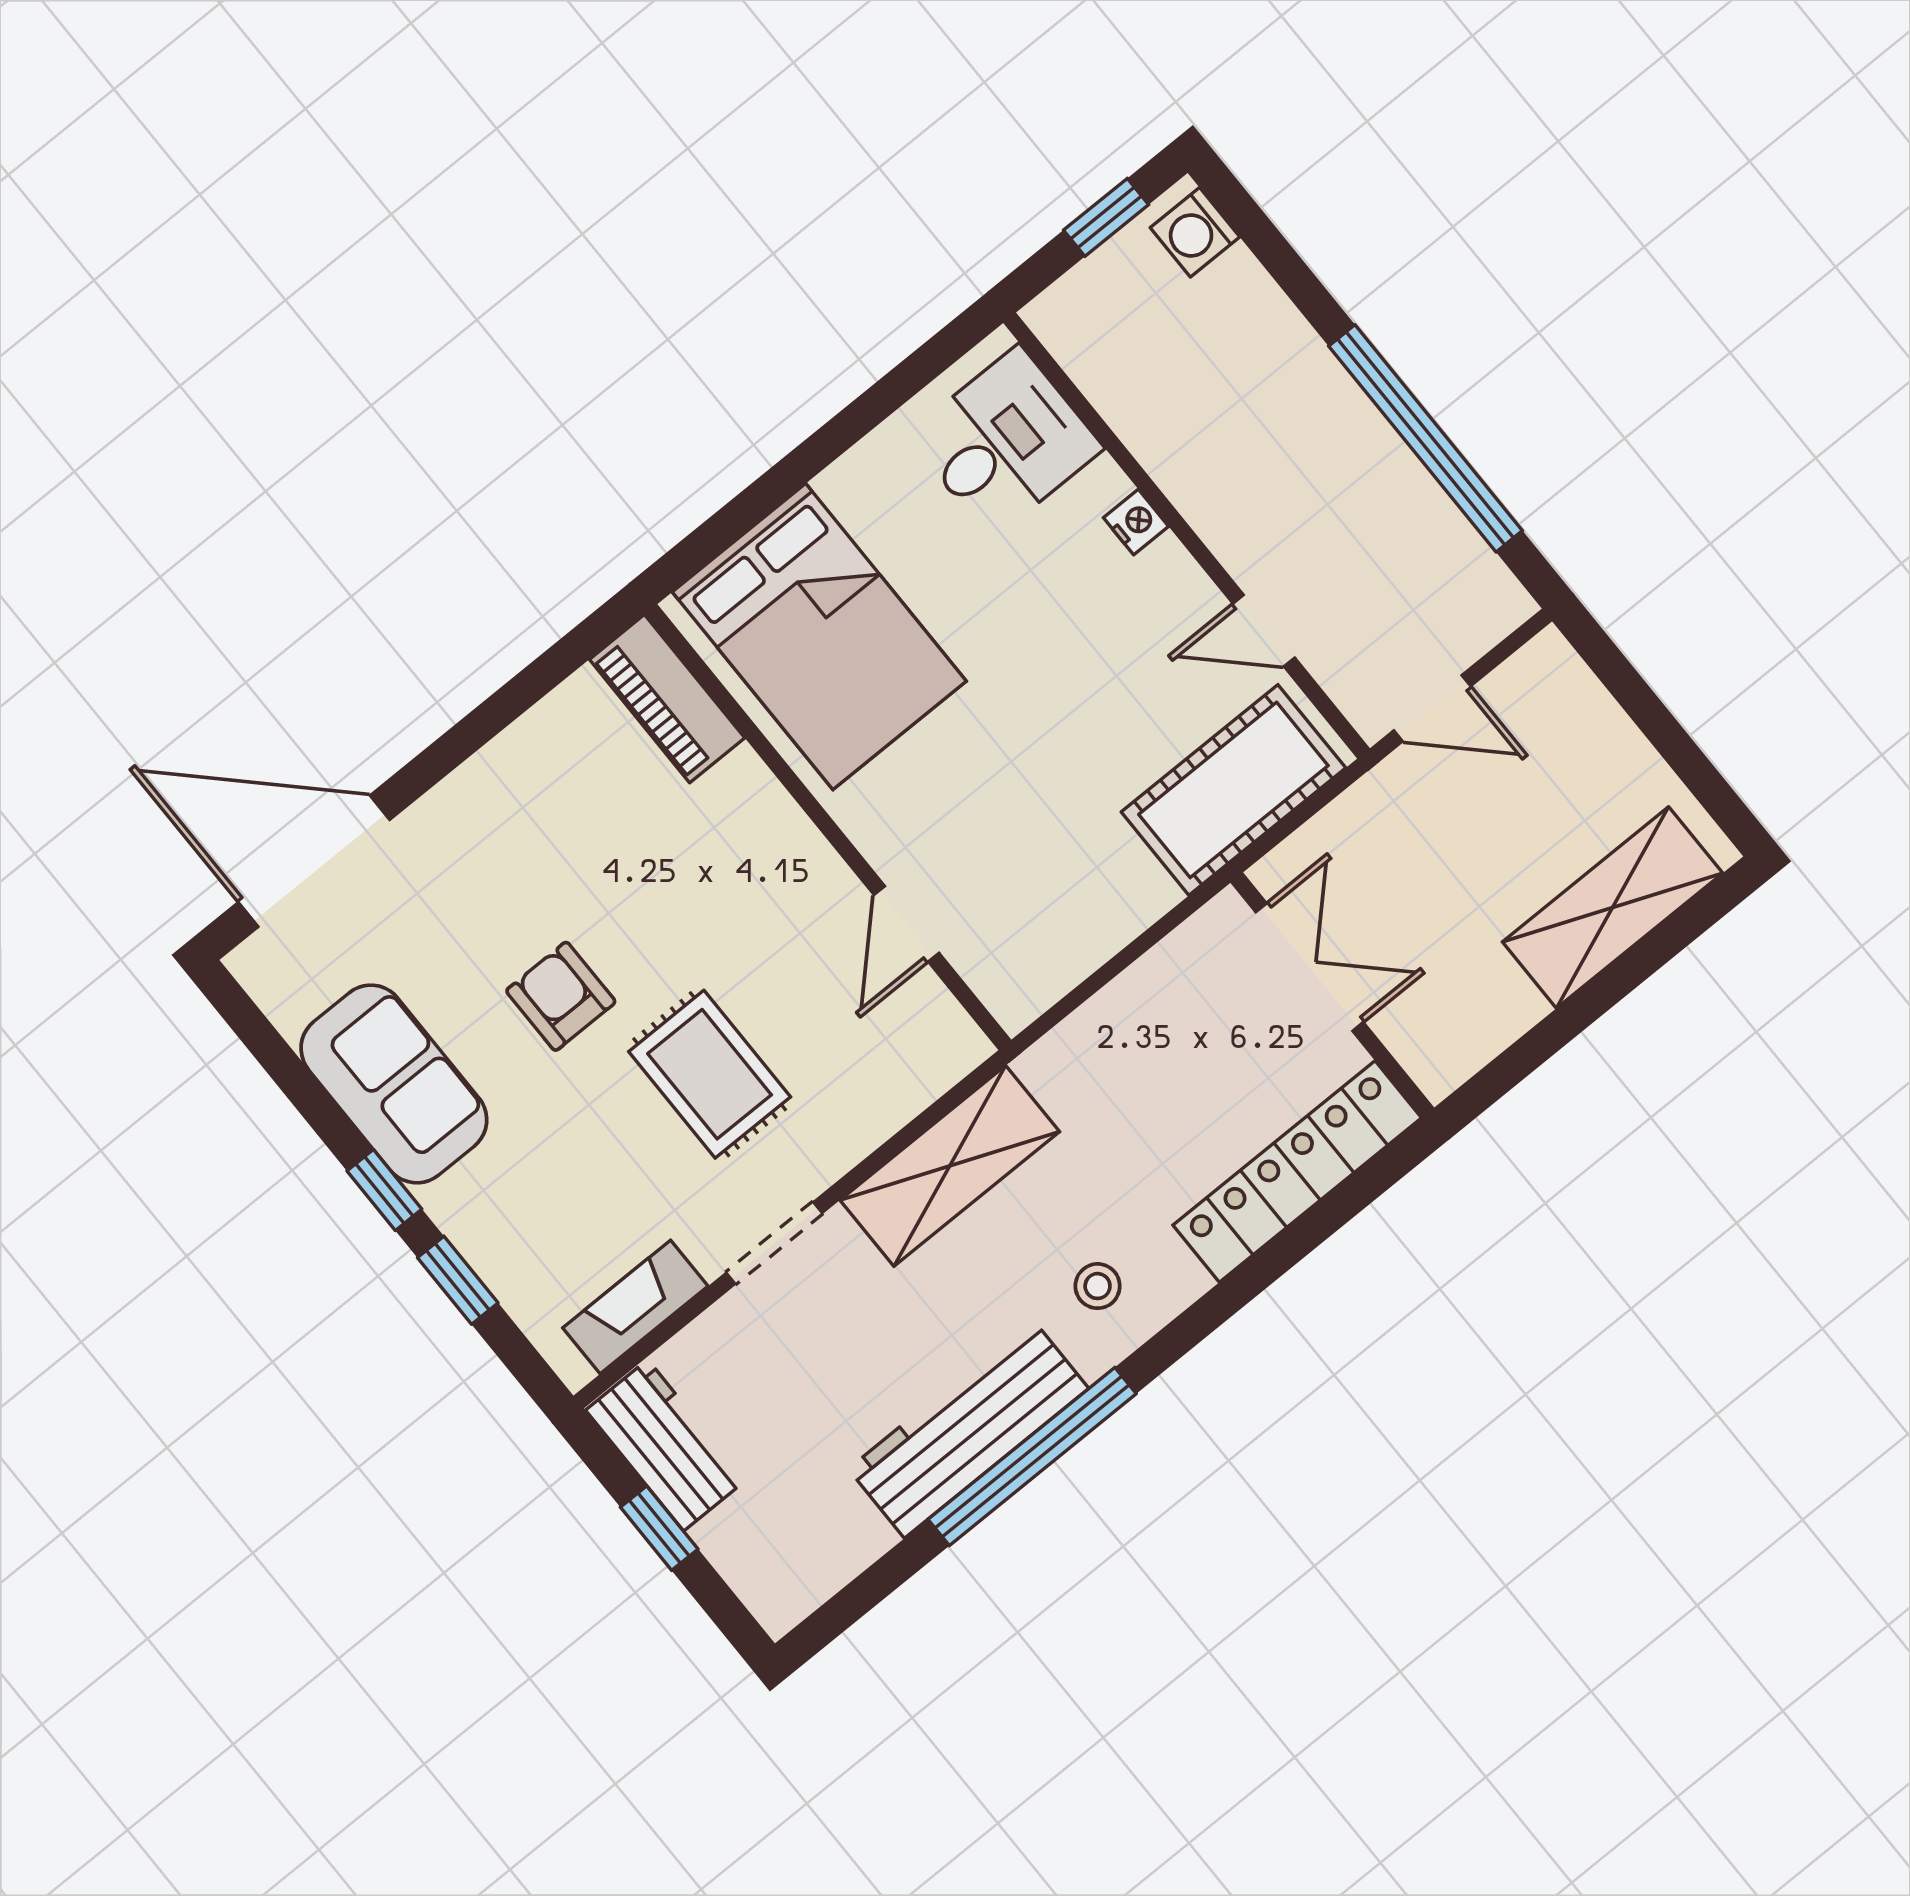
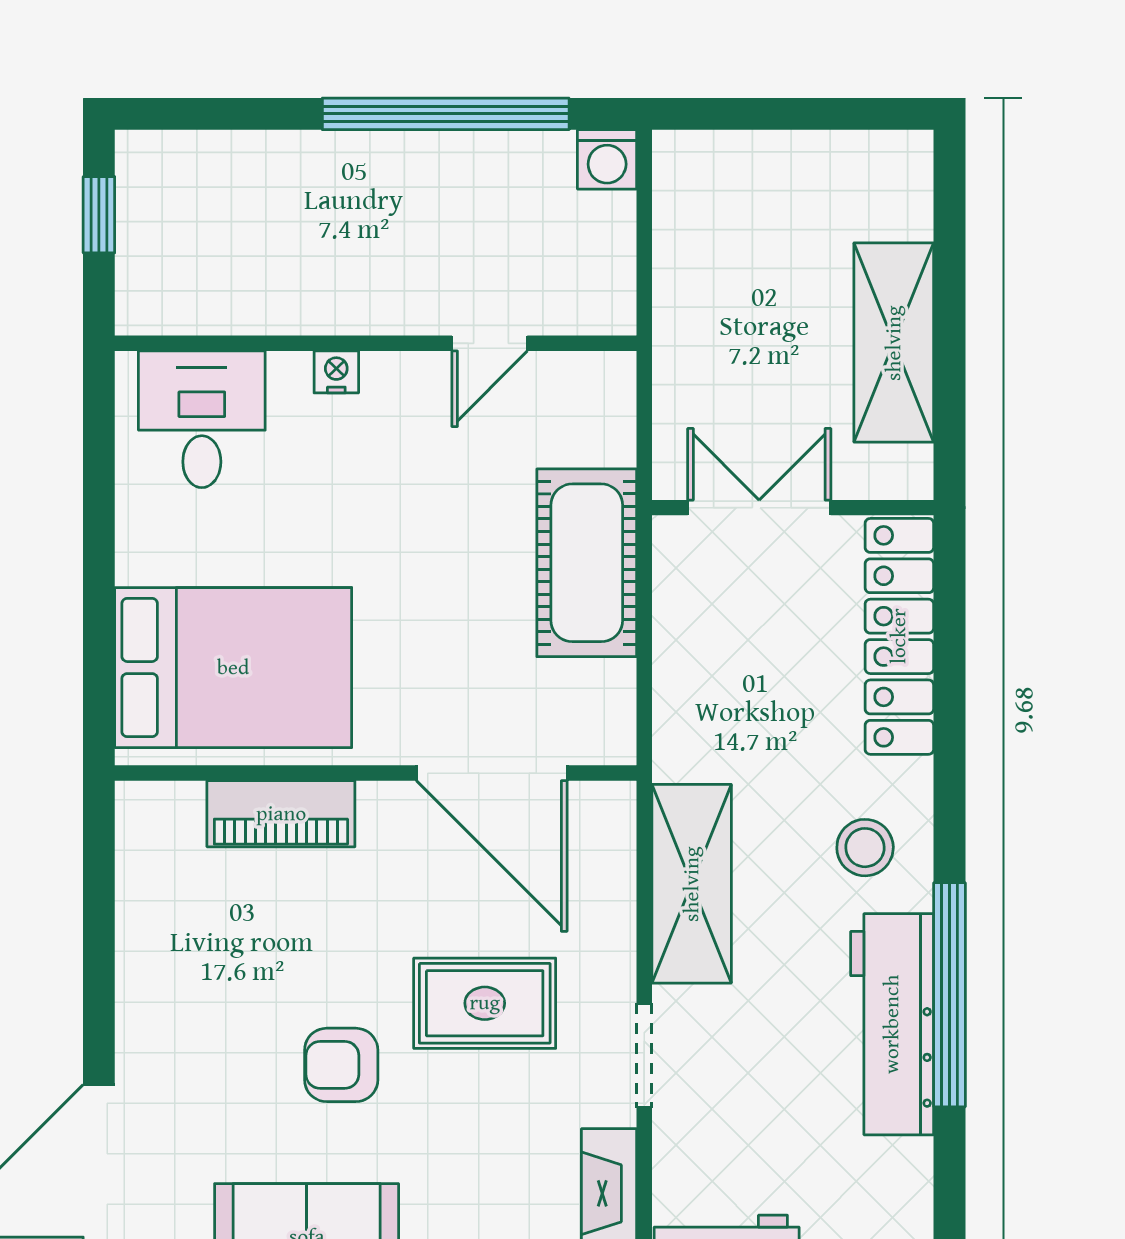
washing machine: (1195, 232) -> (607, 159), moved
piano: (667, 699) -> (281, 814), moved
door: (1432, 708) -> (644, 267), removed
cot: (1233, 790) -> (587, 563), moved
shelving: (1613, 908) -> (894, 343), moved
door: (907, 924) -> (492, 773), width x1.87
stool: (1098, 1286) -> (865, 848), width x1.37, depth x1.37

